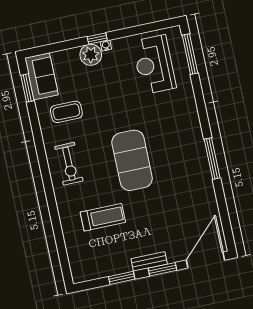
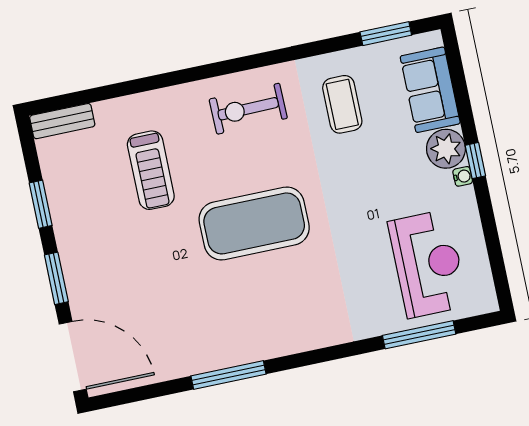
window: (190, 54) -> (419, 335), moved
reception desk: (154, 65) -> (428, 264), turned 90
sofa: (42, 76) -> (430, 90), moved, turned 90
window: (212, 159) -> (229, 375), moved
bench: (149, 261) -> (62, 121), moved, turned 90

